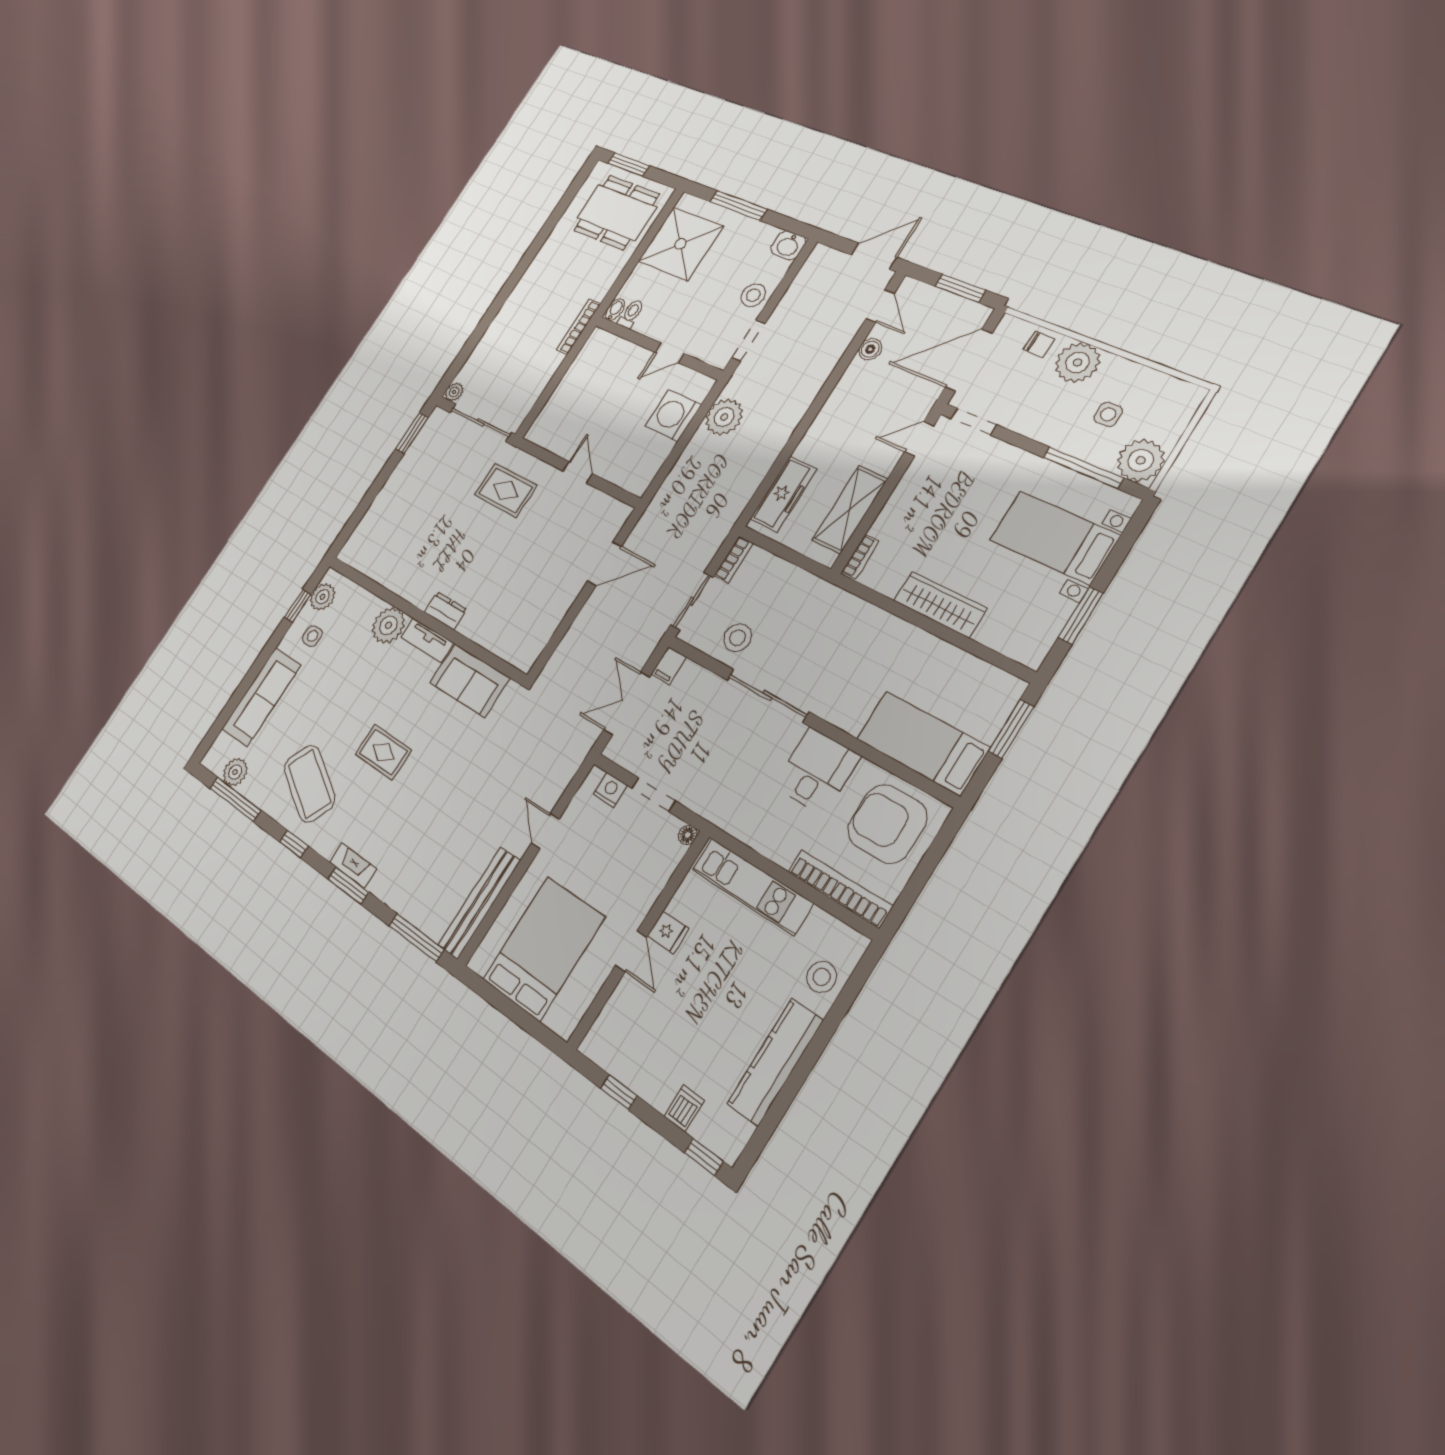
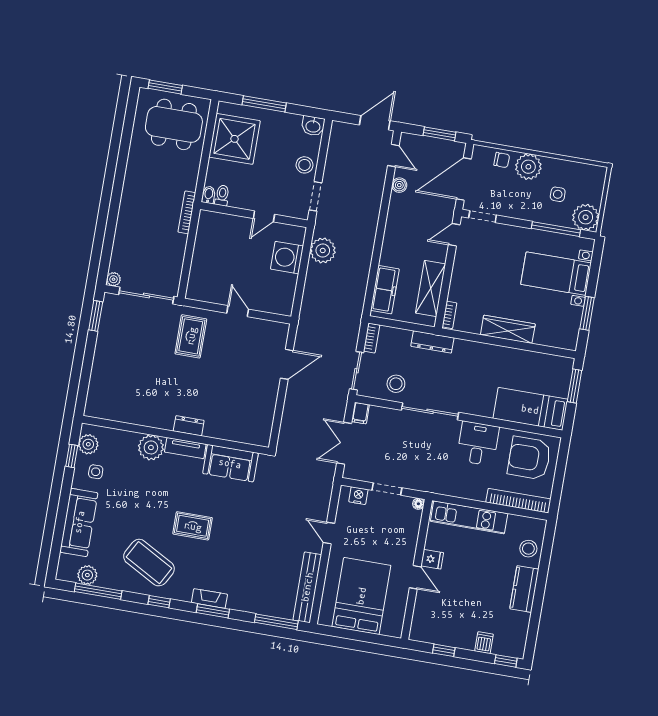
rug: (506, 490) -> (191, 336), turned 90
dresser: (817, 591) -> (432, 342), added
kitchen counter: (775, 1062) -> (524, 589), width x0.67

